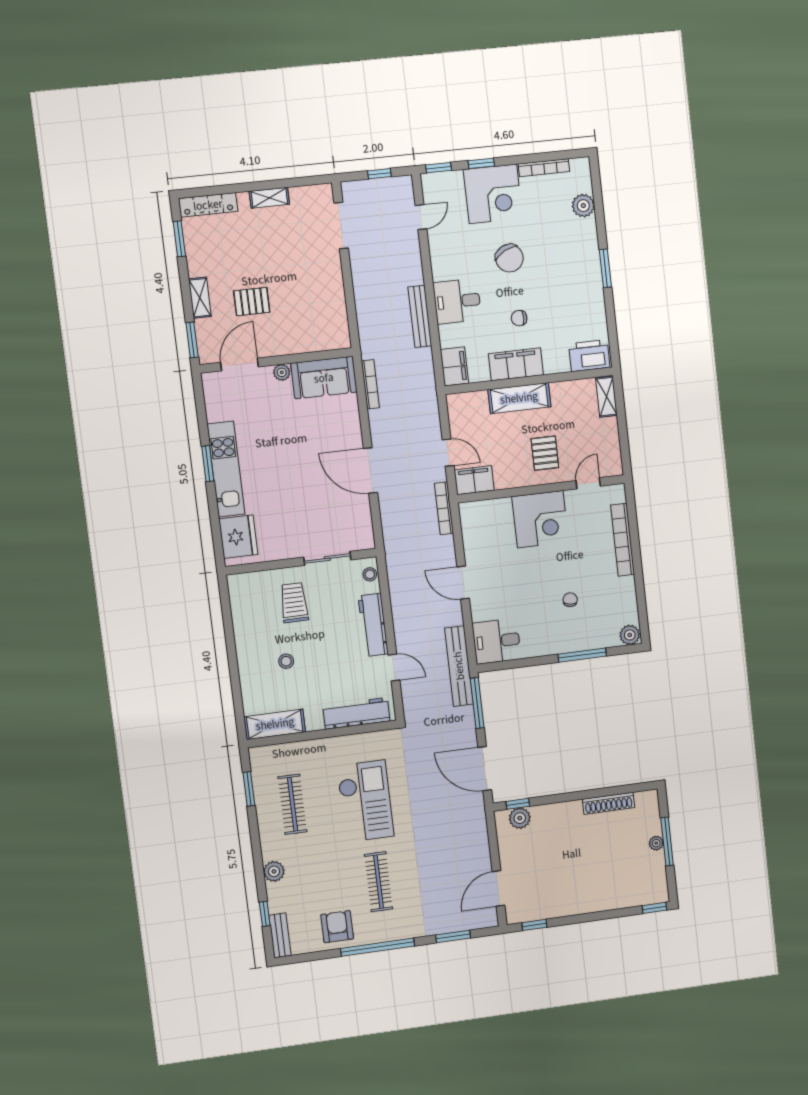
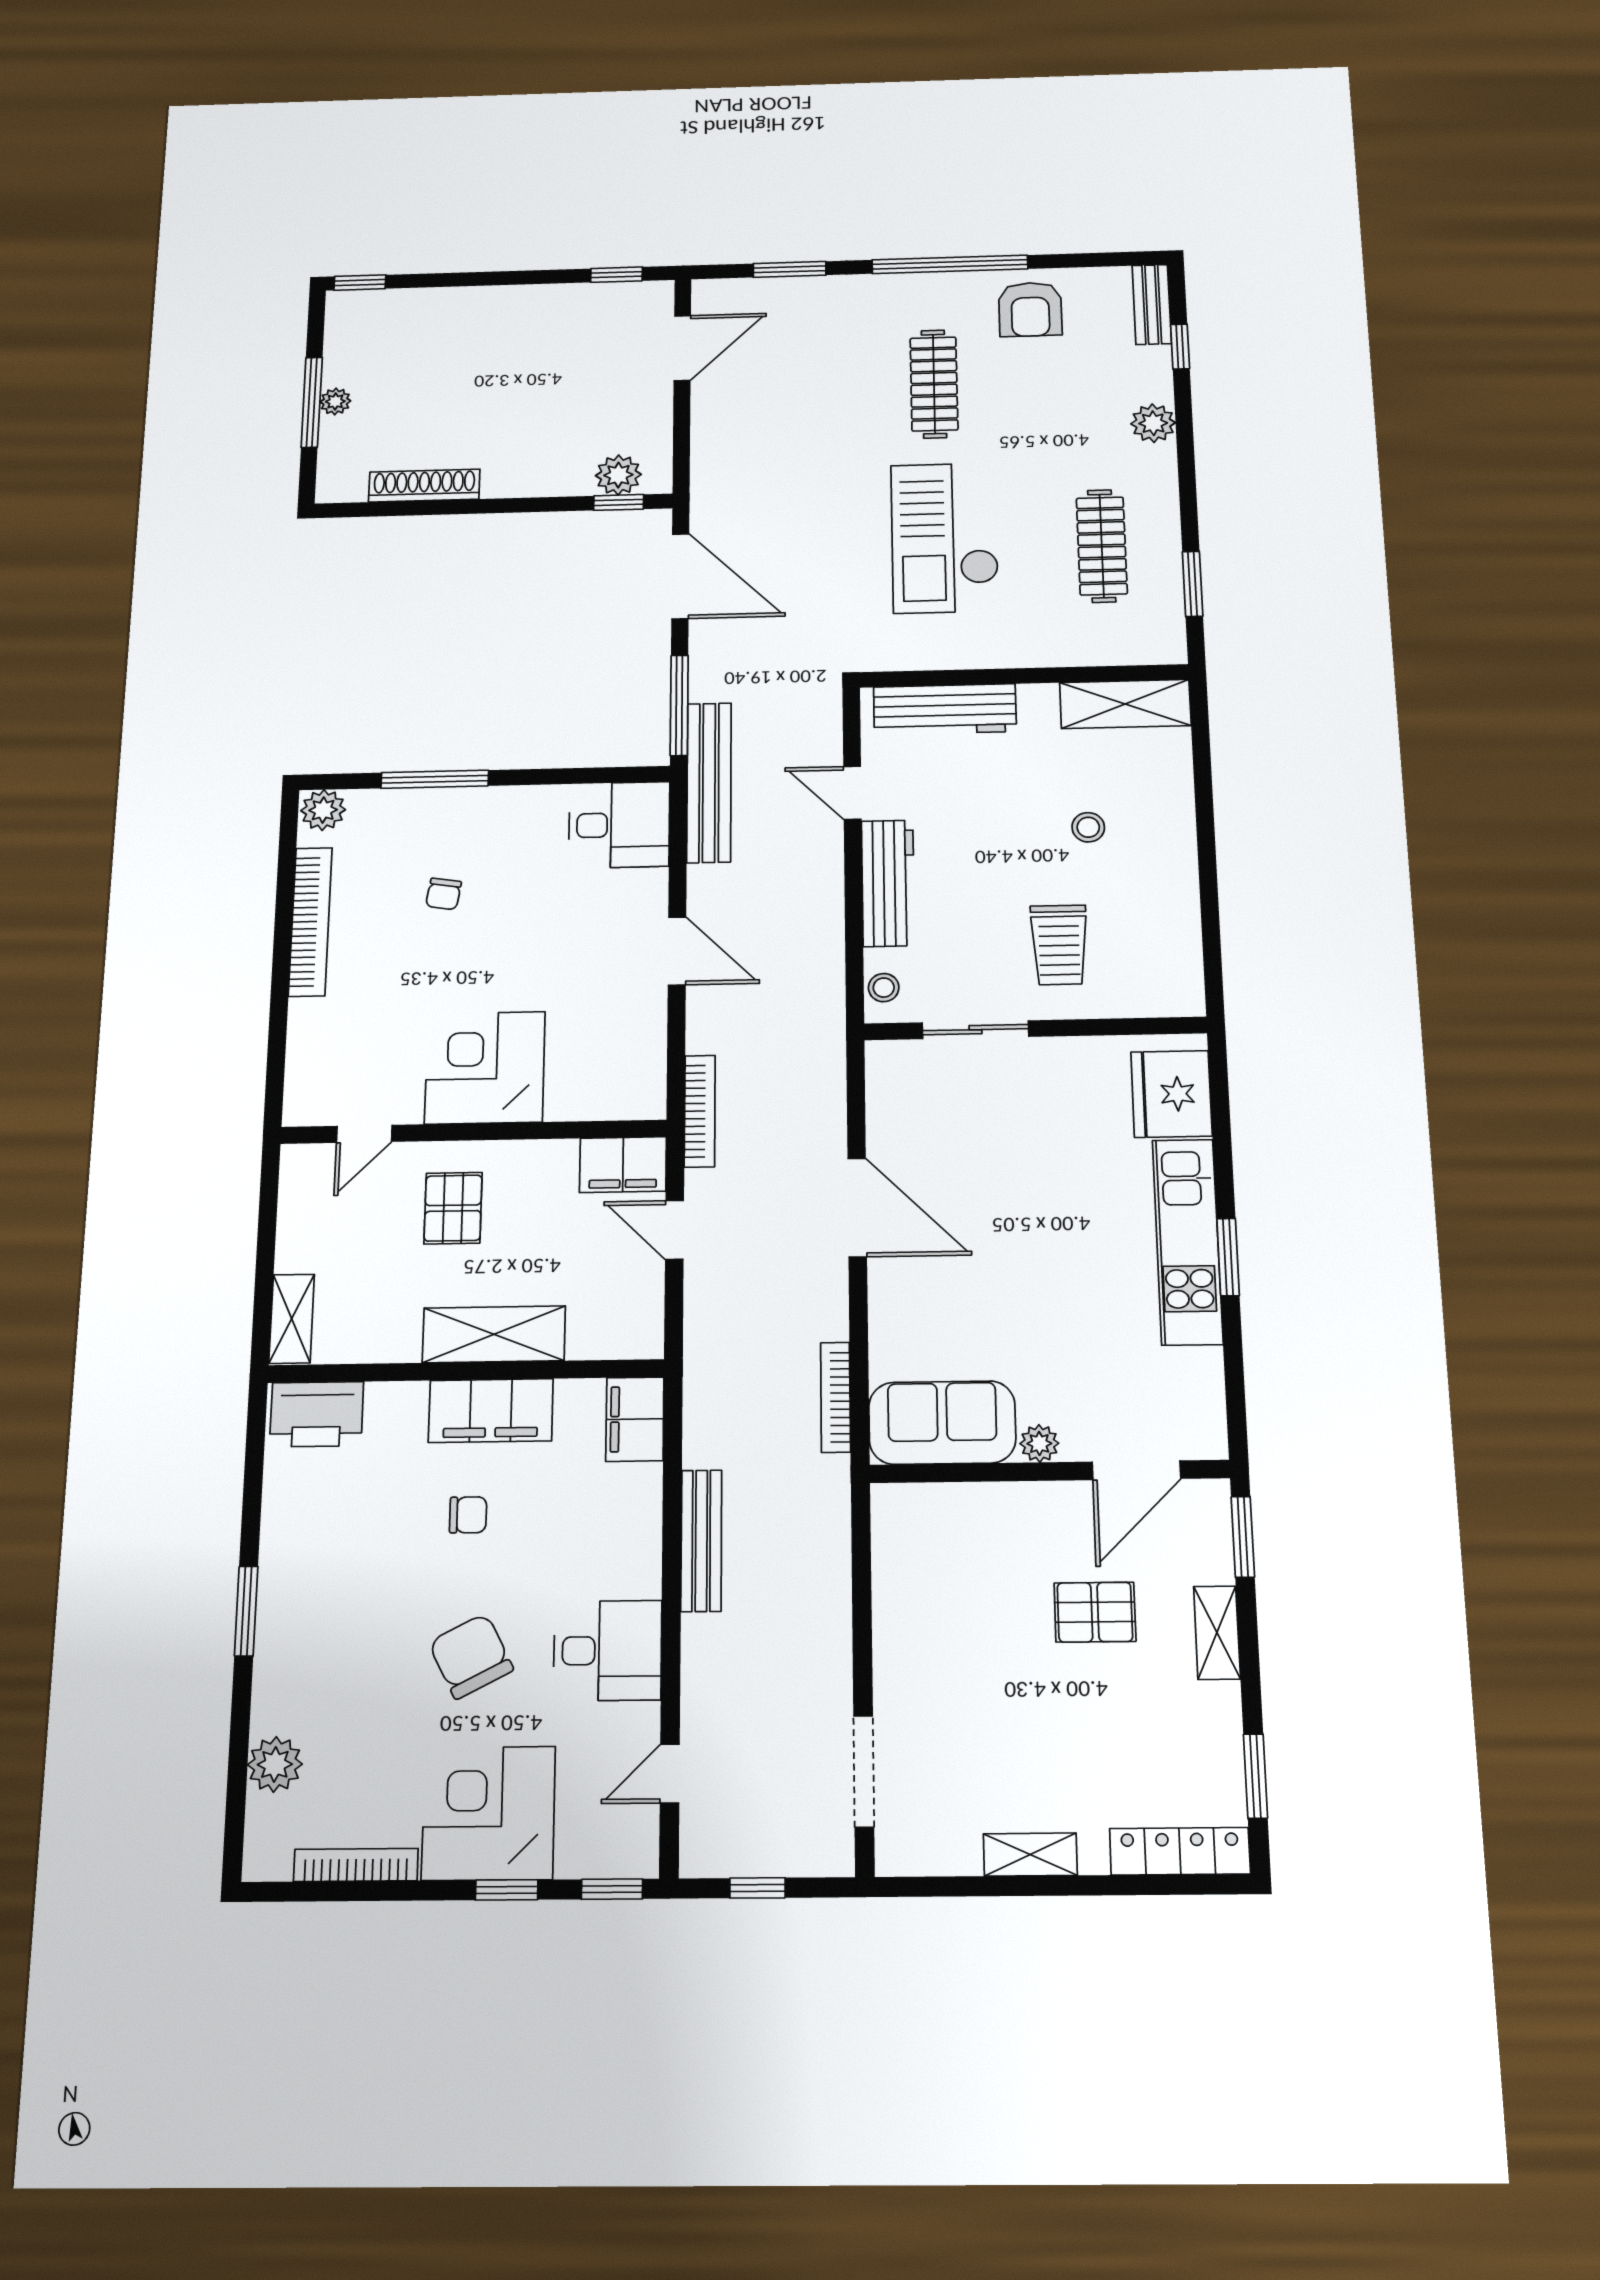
desk: (457, 301) -> (608, 1650), moved
bookcase: (623, 540) -> (310, 922), moved

